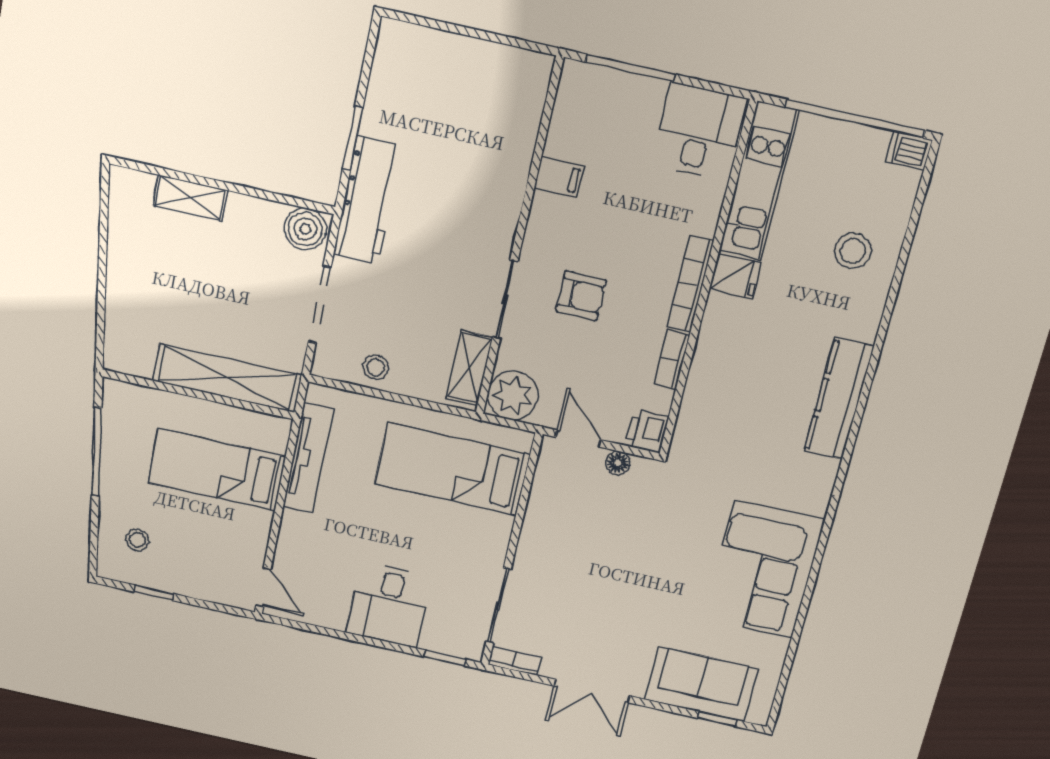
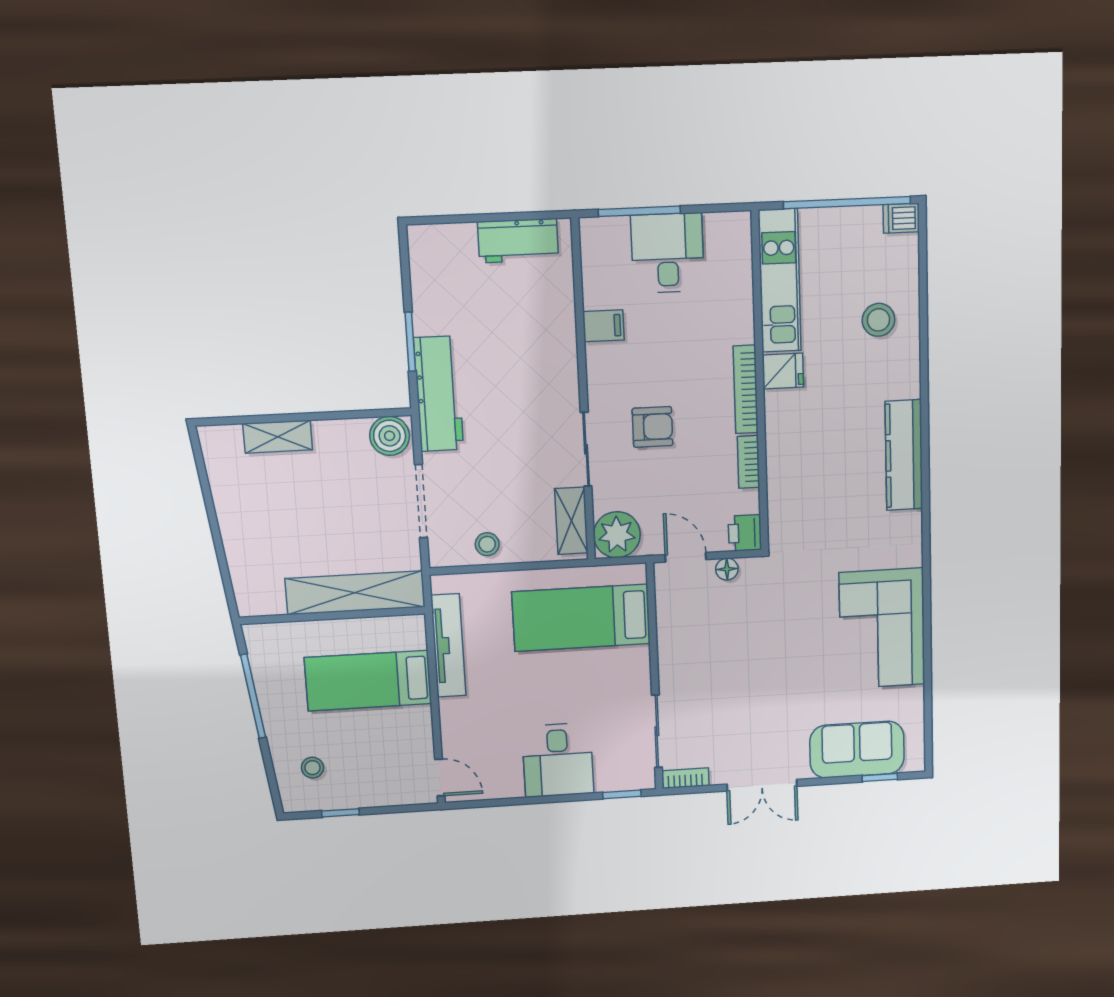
workbench: (494, 64) -> (518, 241), added
desk: (699, 131) -> (667, 253), moved

